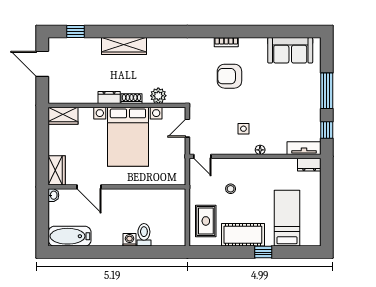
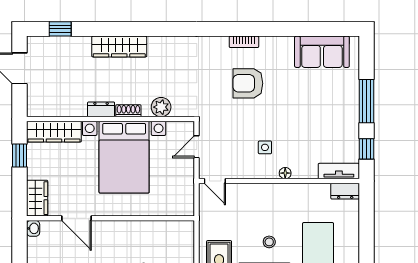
wardrobe: (63, 116) -> (54, 132), width x1.50
window: (42, 135) -> (20, 156), added
stool: (231, 189) -> (269, 242), moved

